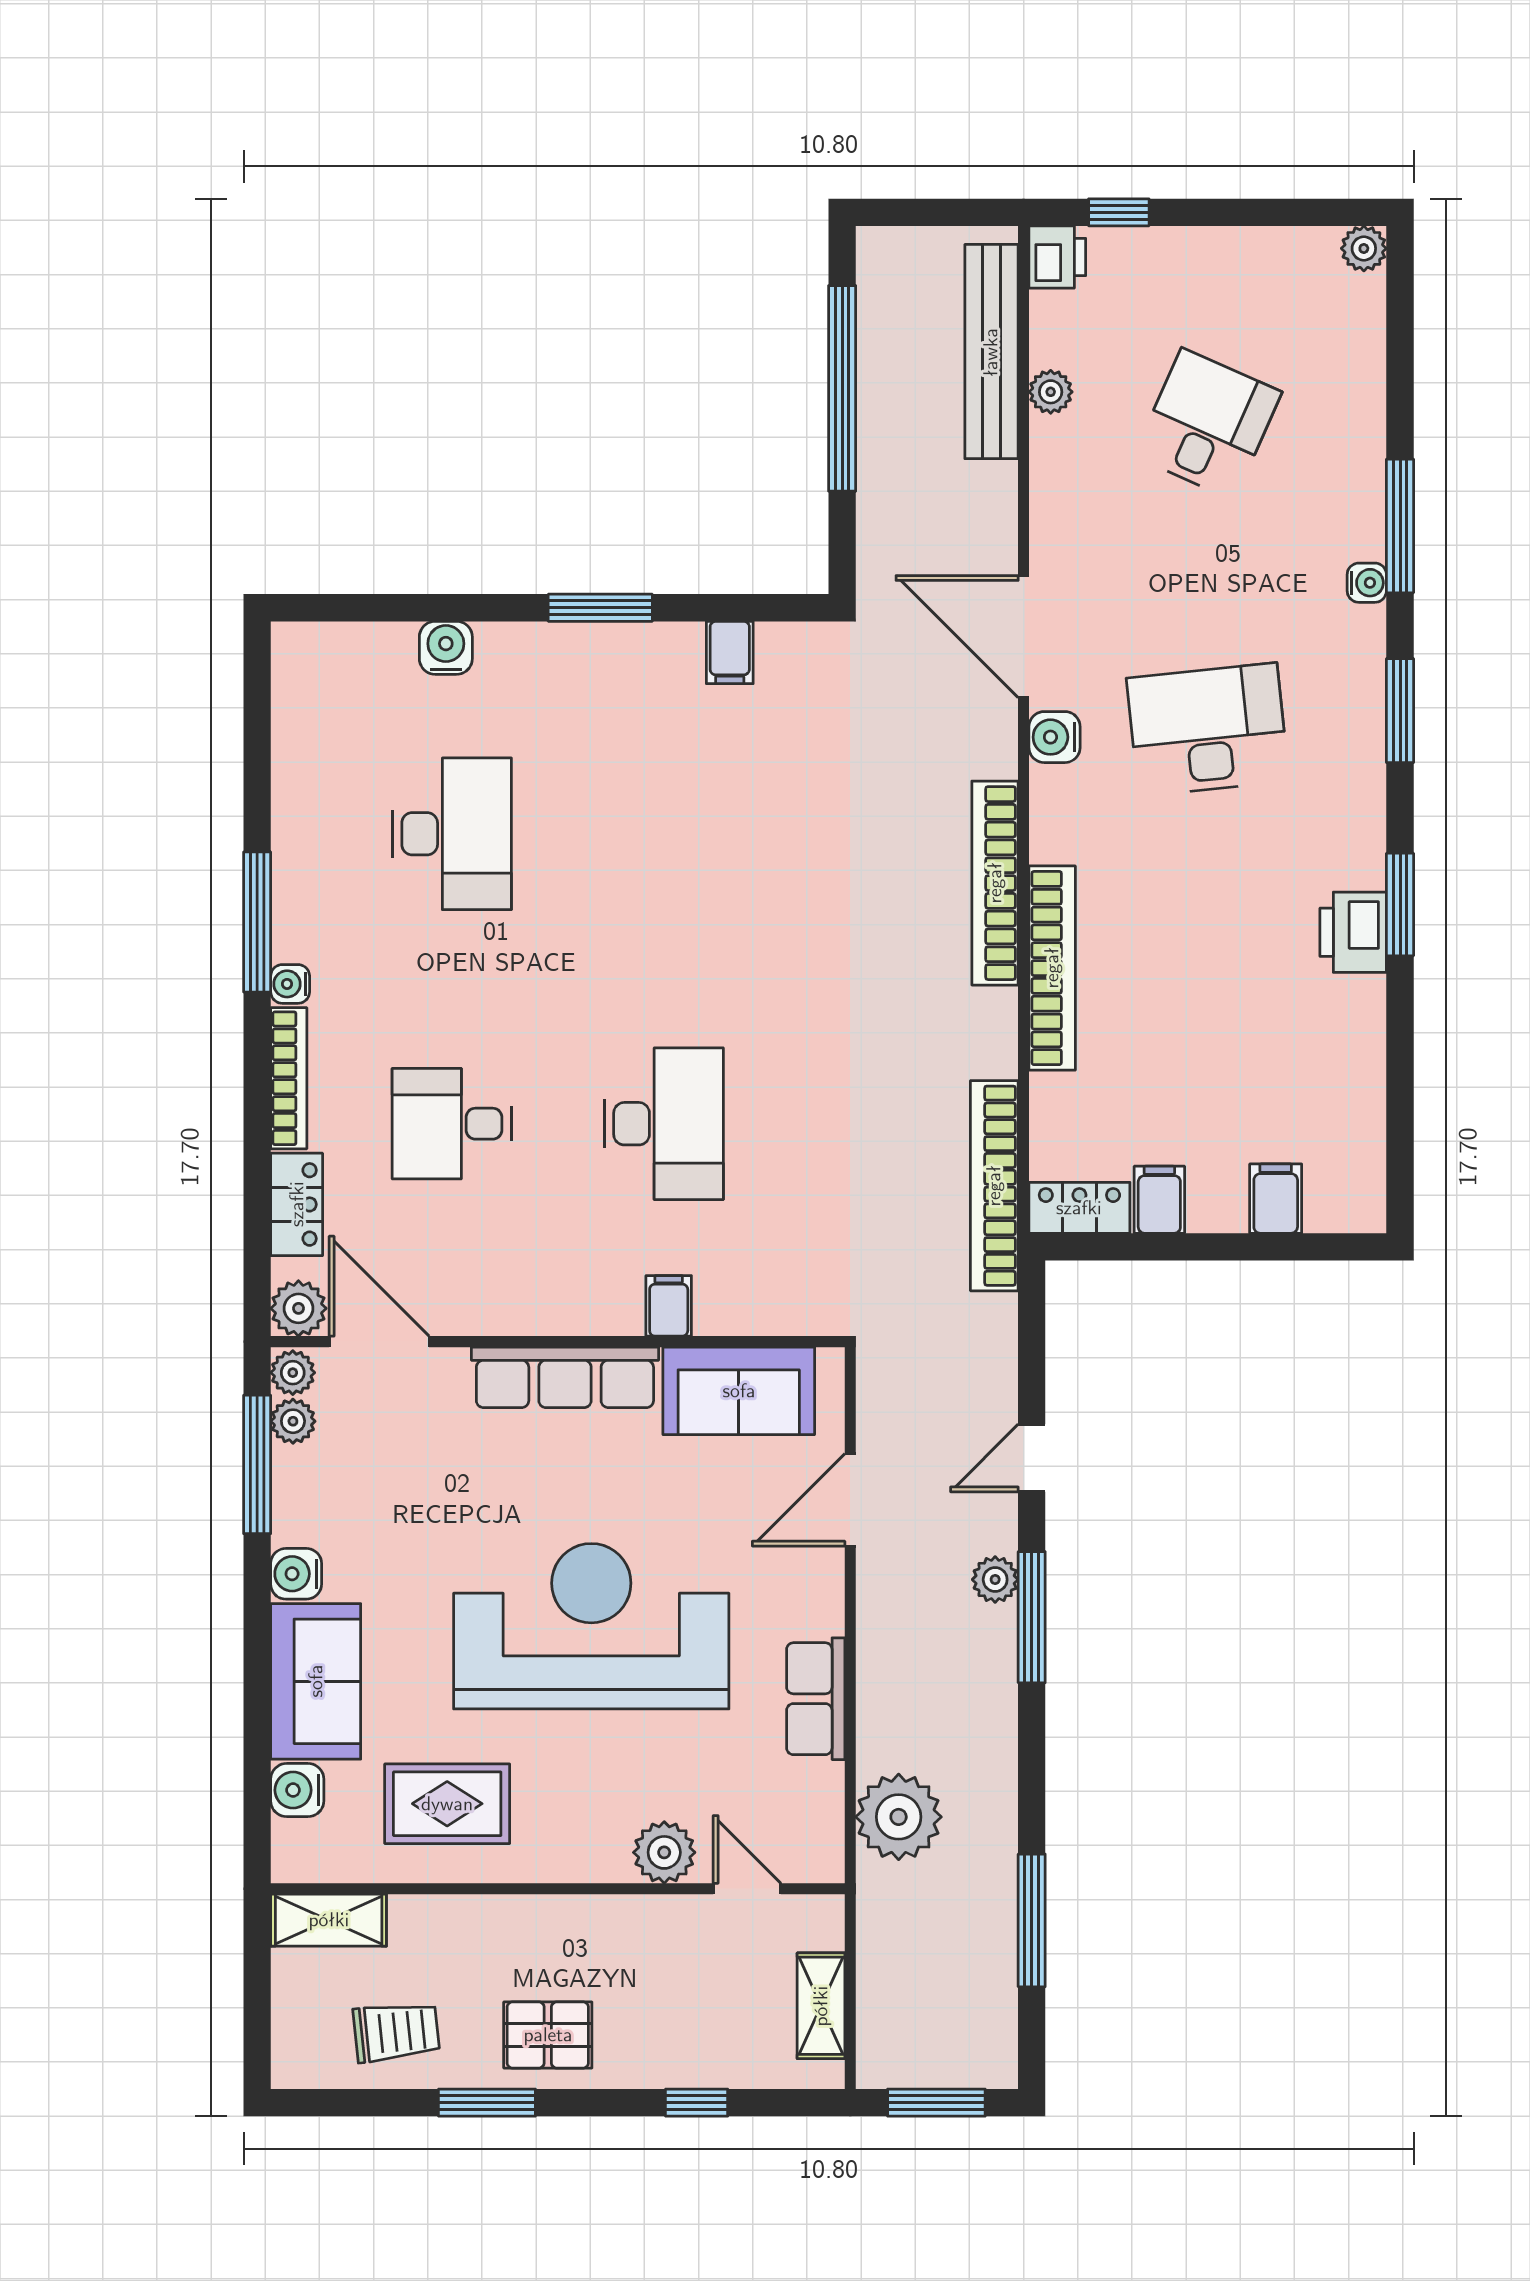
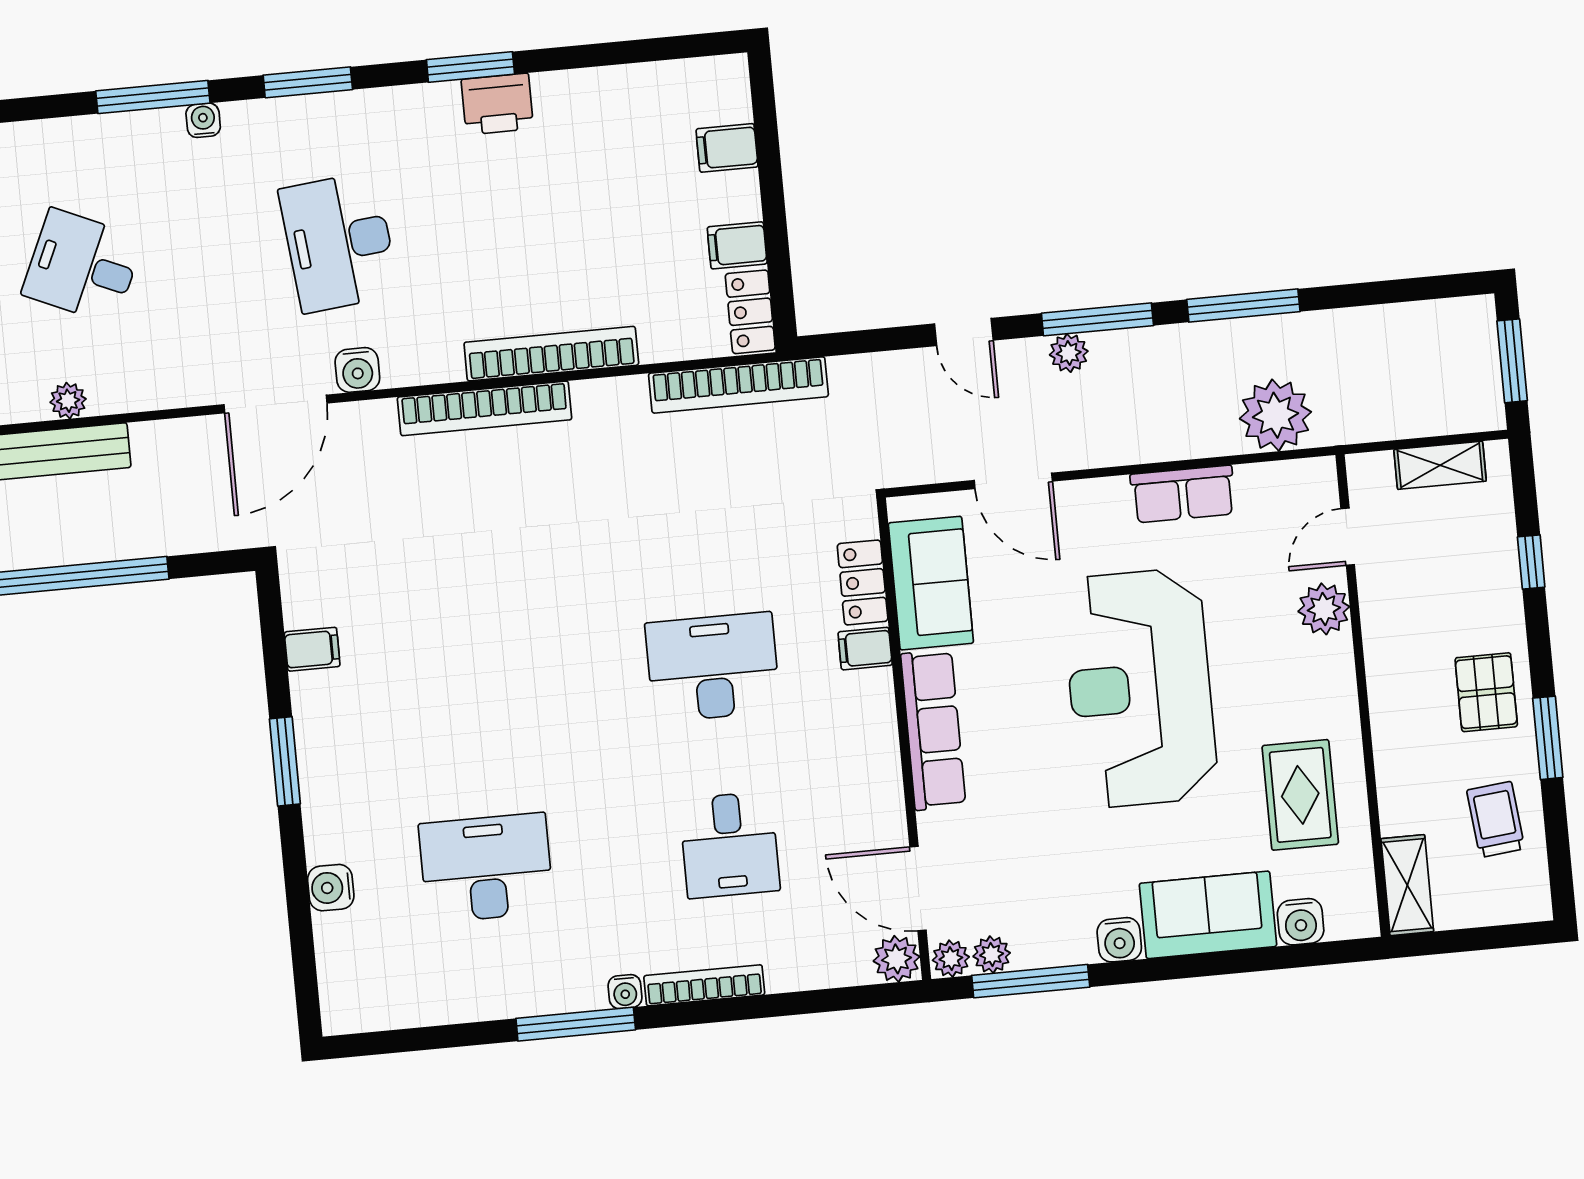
locker: (297, 1204) -> (863, 582), moved, turned -90
door: (379, 1342) -> (918, 889), hinge flipped
window: (1032, 1920) -> (1243, 306), moved

